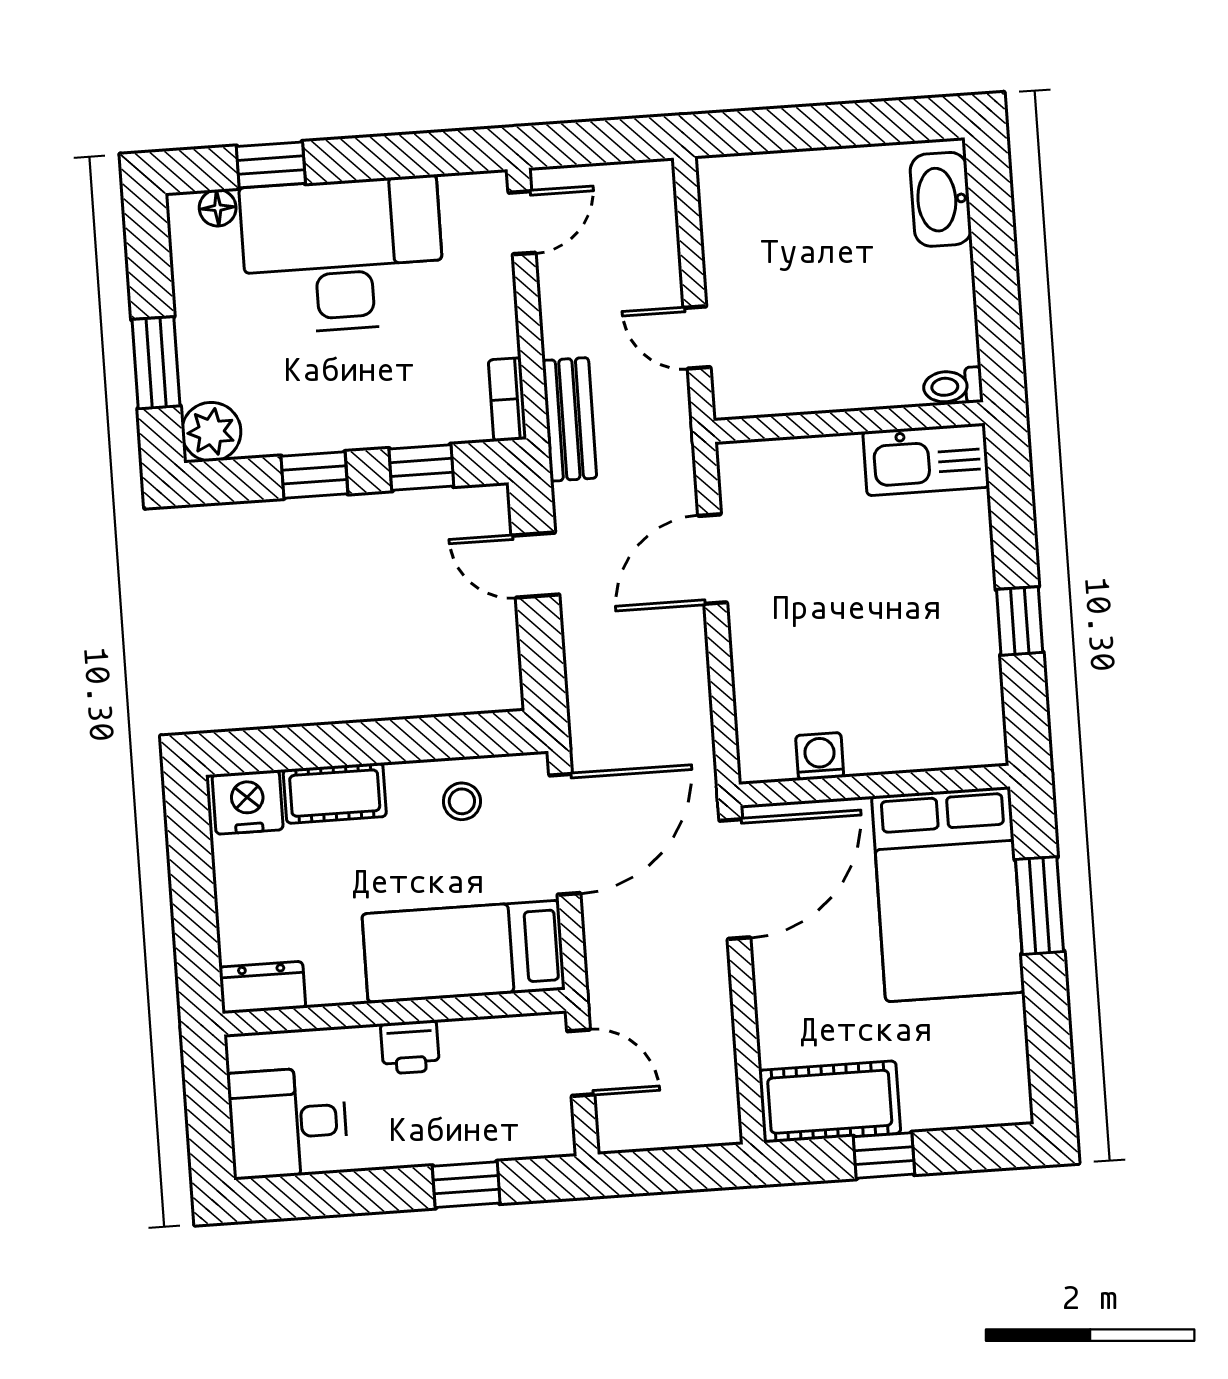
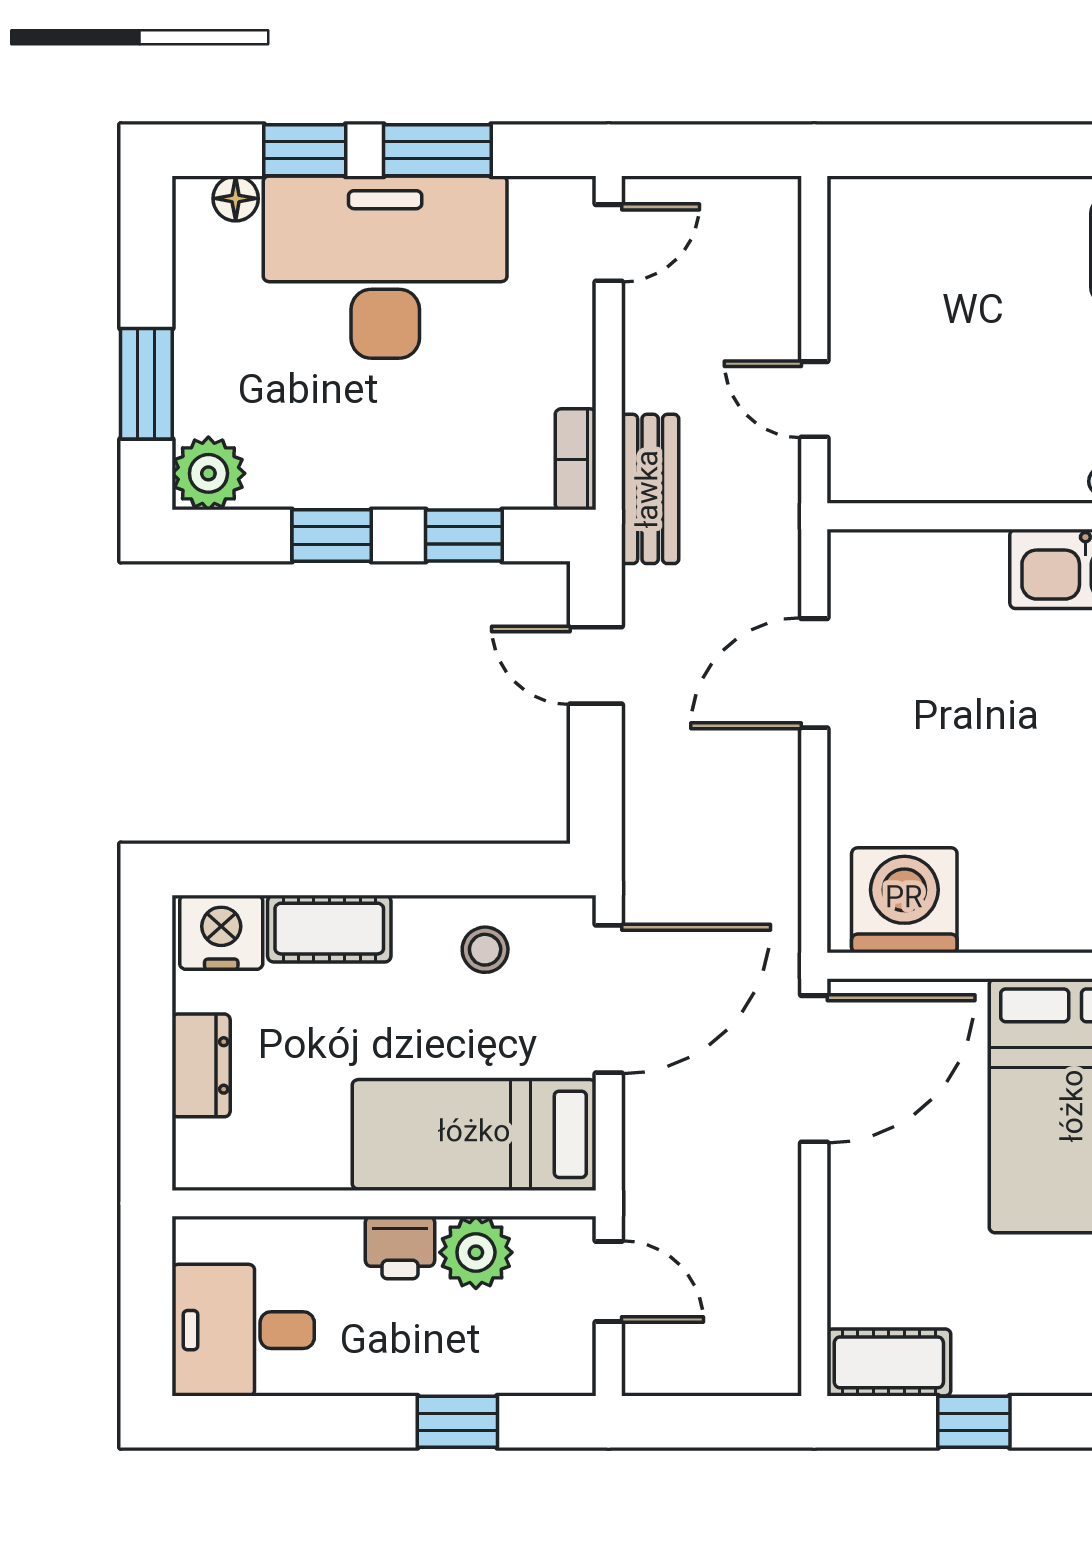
window: (378, 157) -> (437, 150), added
washing machine: (820, 756) -> (904, 900), width x1.89, depth x1.89
dresser: (262, 987) -> (201, 1065), moved, turned 90
plant: (472, 1047) -> (476, 1252), added
cot: (830, 1102) -> (889, 1362), width x0.73, depth x0.75

